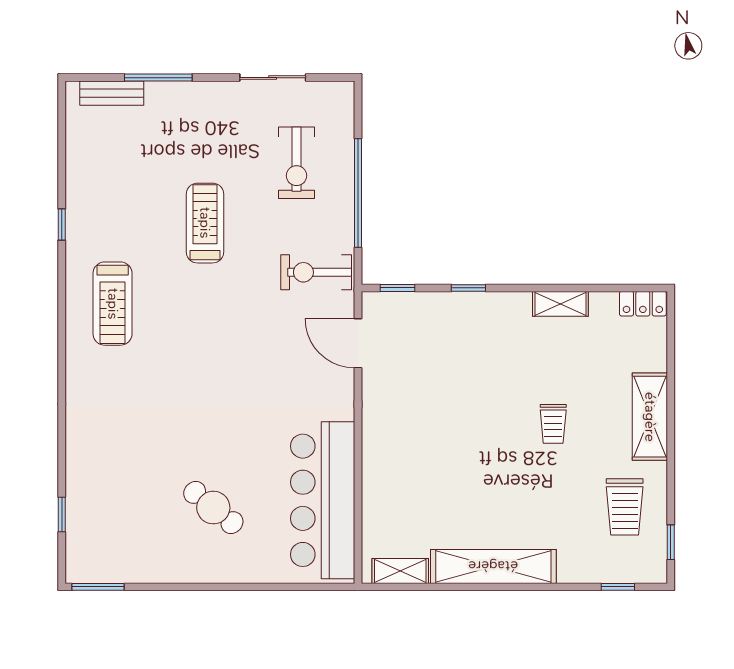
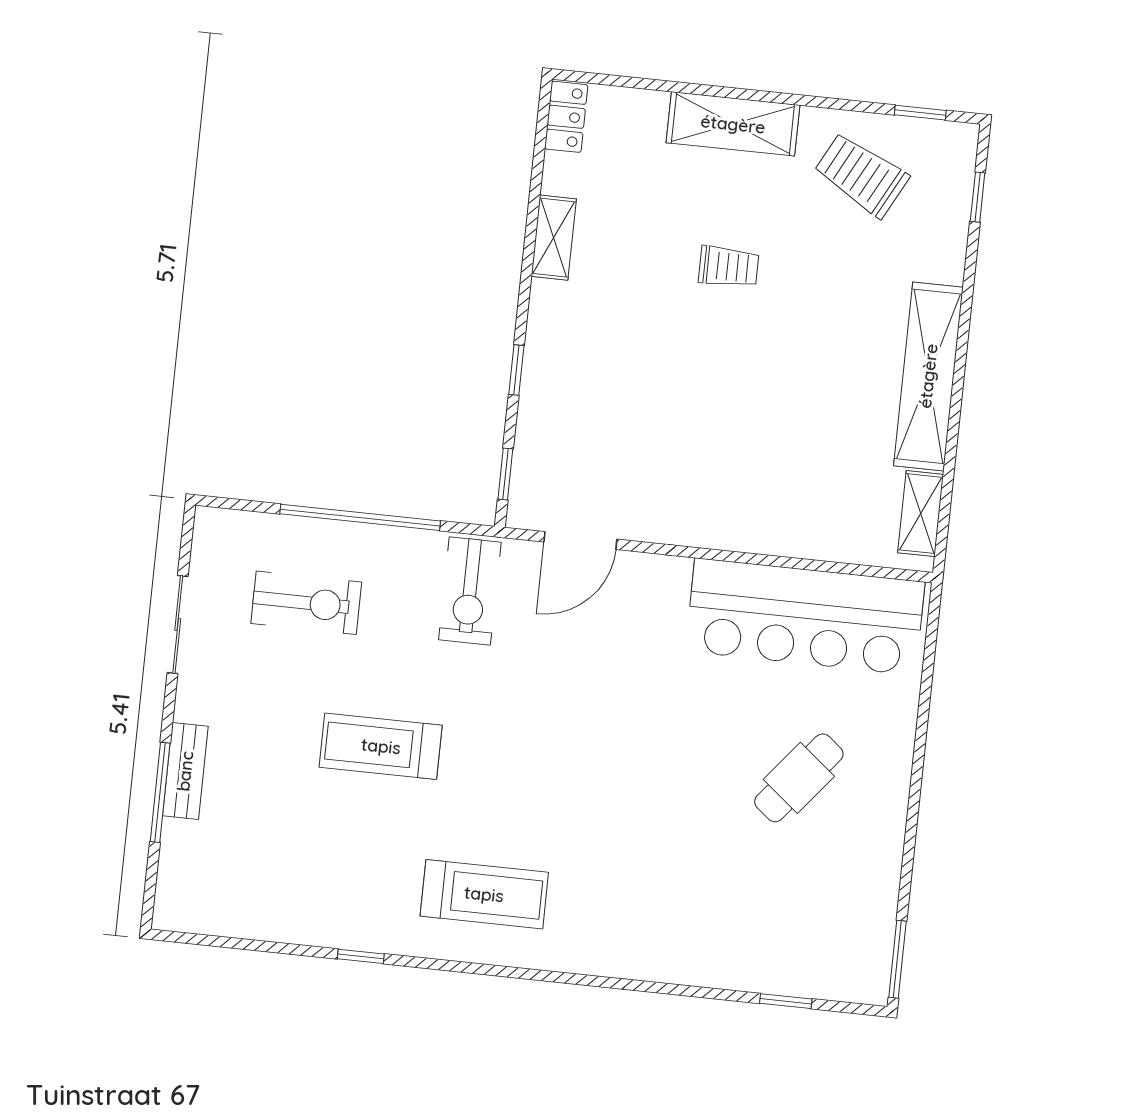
bench: (112, 93) -> (185, 771), moved
trolley: (625, 507) -> (861, 175), turned -152

